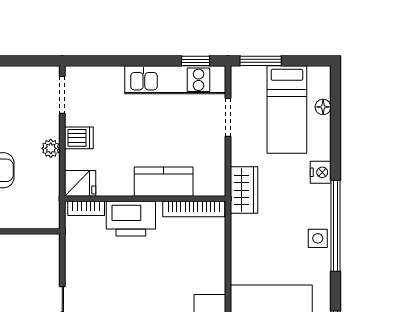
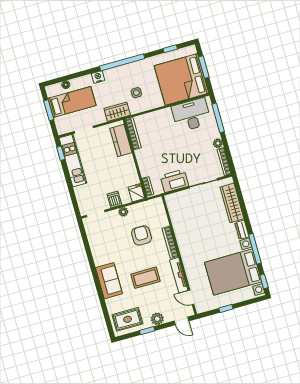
window: (261, 61) -> (49, 110), moved
kitchen counter: (164, 182) -> (121, 140), moved
printer: (131, 219) -> (174, 181), moved, turned -90
side table: (318, 238) -> (136, 93), moved

